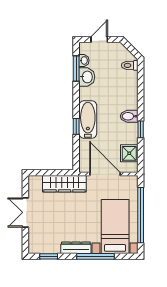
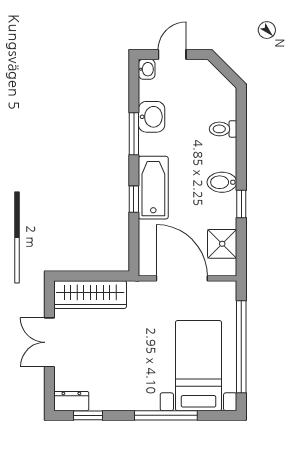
washbasin: (84, 60) -> (147, 69), moved
toilet: (130, 65) -> (223, 129), moved
window: (76, 69) -> (134, 134), moved
wardrobe: (64, 184) -> (90, 295), moved
dresser: (76, 248) -> (71, 401), moved, width x0.70

